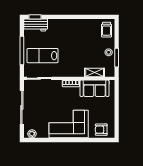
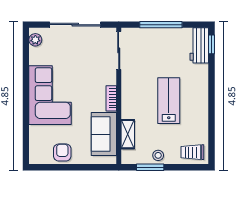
lab bench: (43, 56) -> (169, 101), moved
armchair: (101, 130) -> (62, 152), moved

